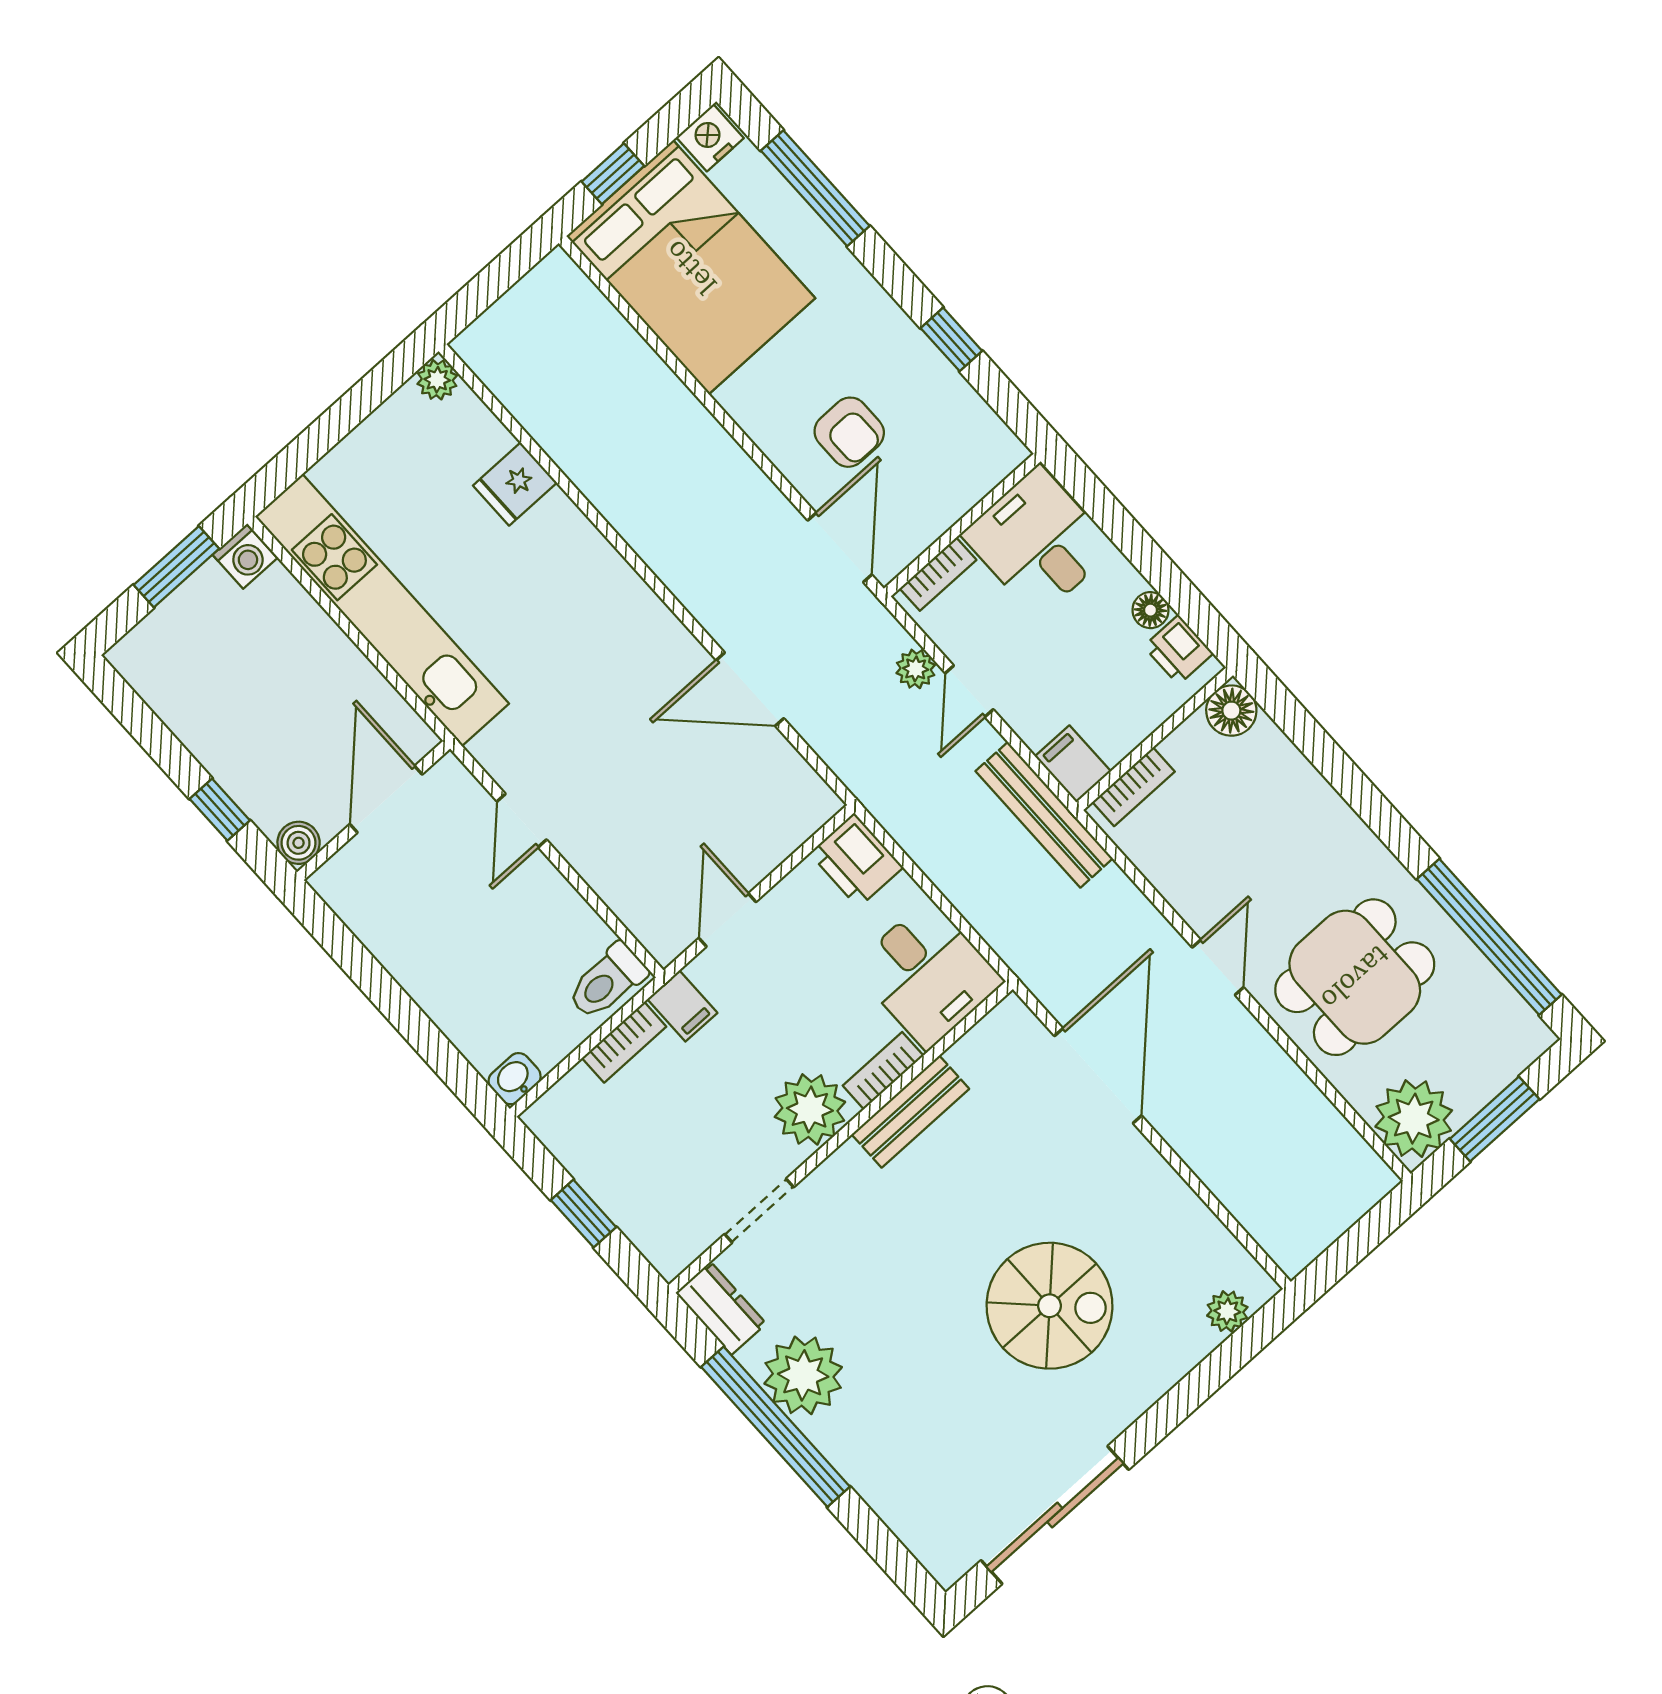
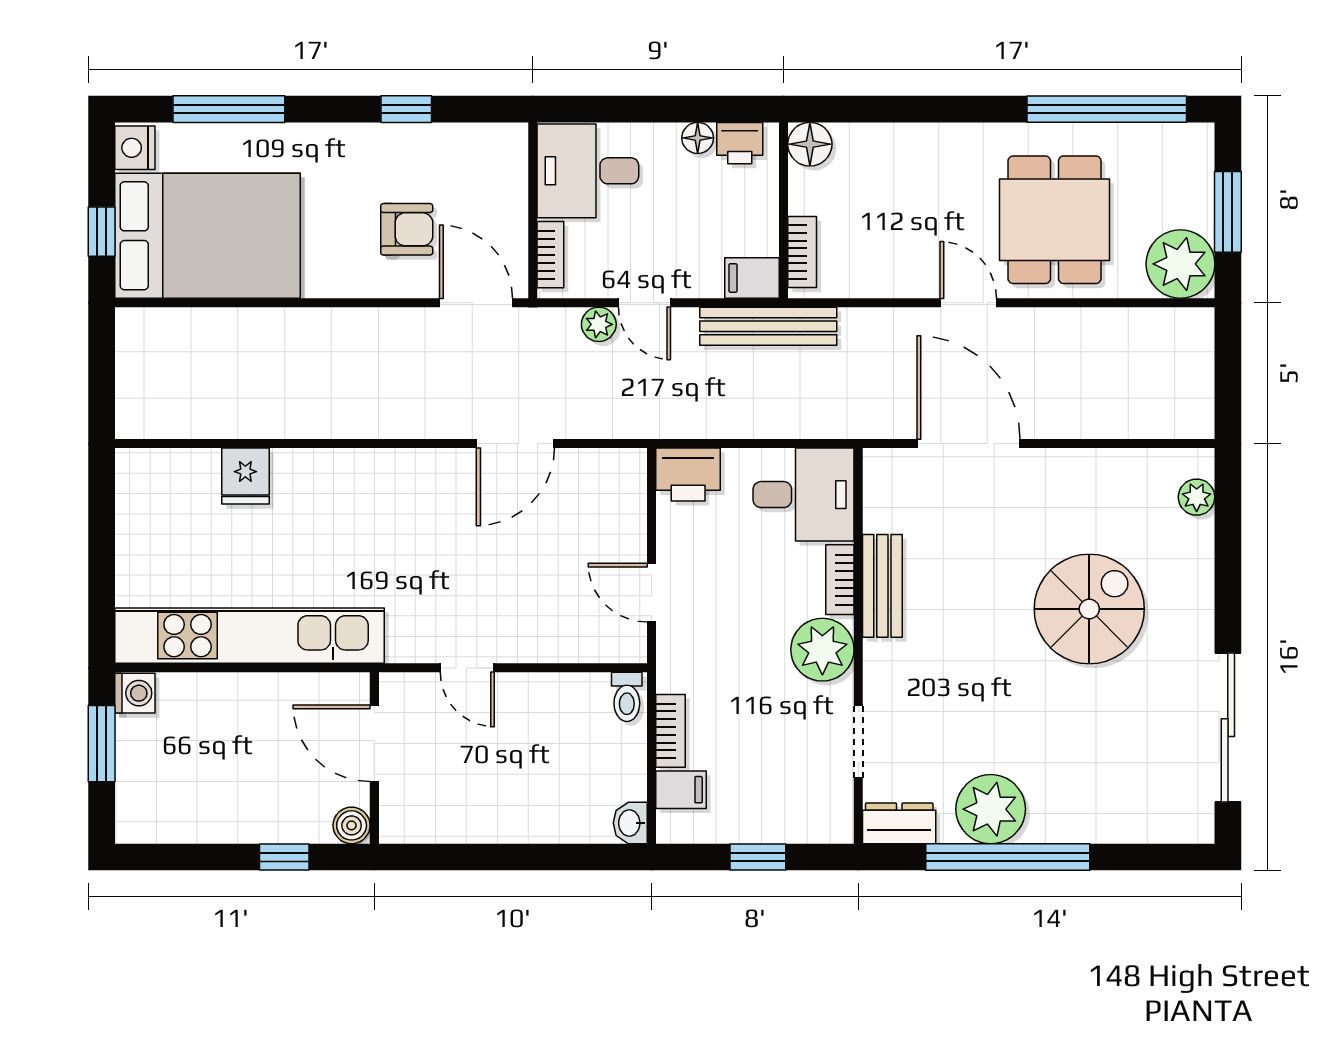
plant: (437, 380) -> (132, 466), removed
toilet: (607, 981) -> (627, 697), width x0.73, depth x0.72
filing cabinet: (682, 1006) -> (681, 790), moved

